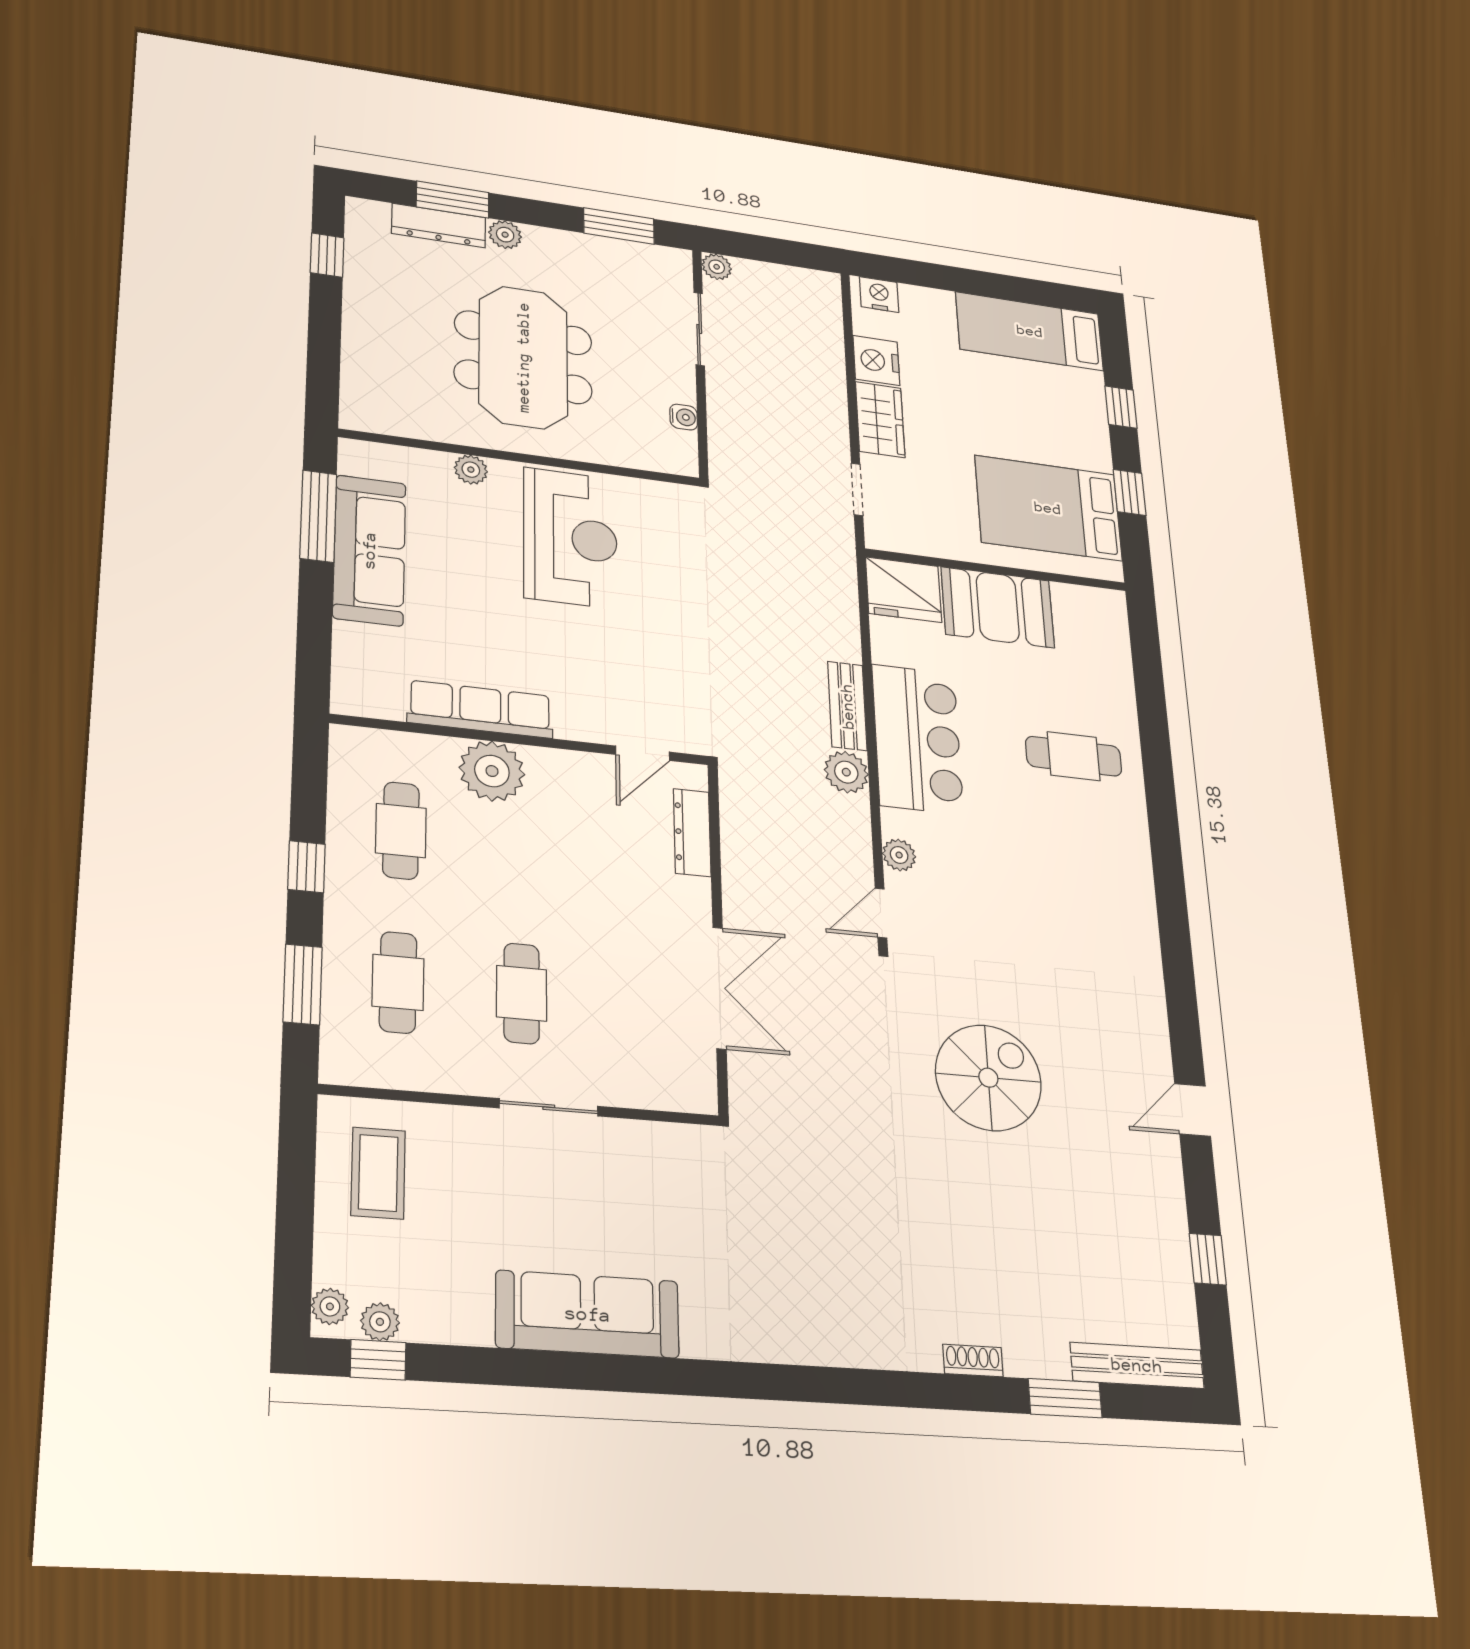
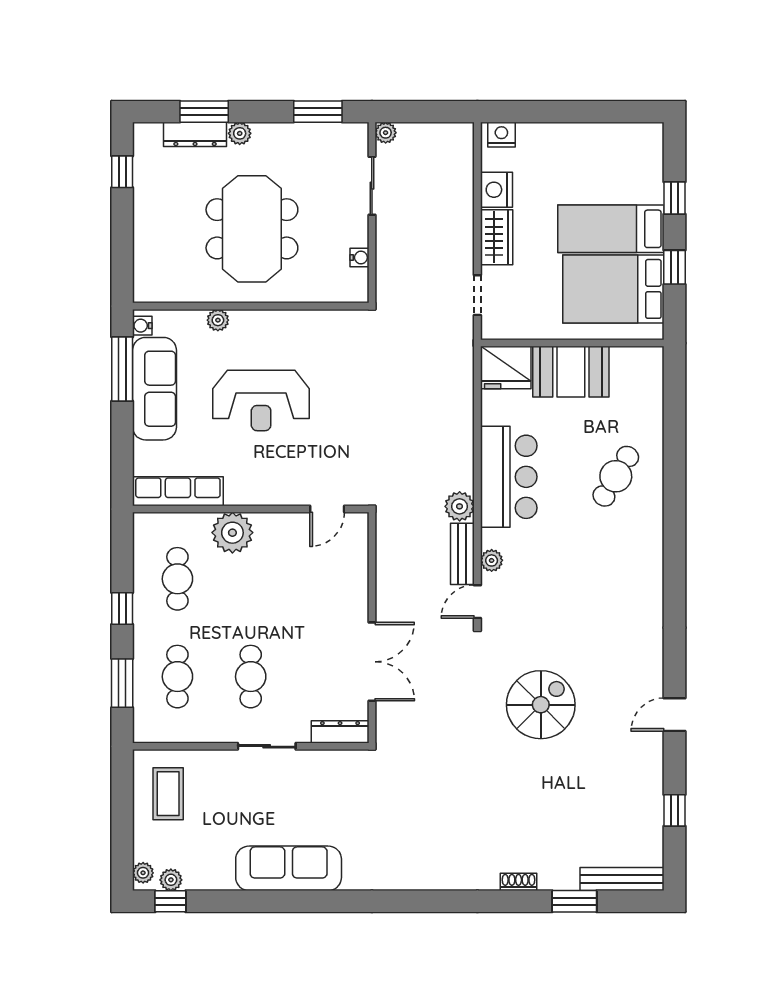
bed: (1030, 331) -> (611, 229), moved
water cooler: (352, 461) -> (142, 326), added
reception desk: (570, 538) -> (261, 401), moved, turned 90
bench: (847, 706) -> (462, 554), moved
row of seats: (480, 709) -> (178, 491), moved
cafe table: (1074, 756) -> (616, 476), turned -59
dresser: (692, 833) -> (340, 732), moved, turned 90

